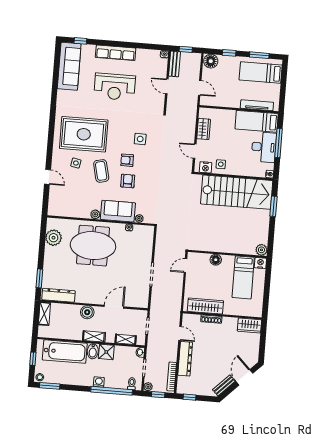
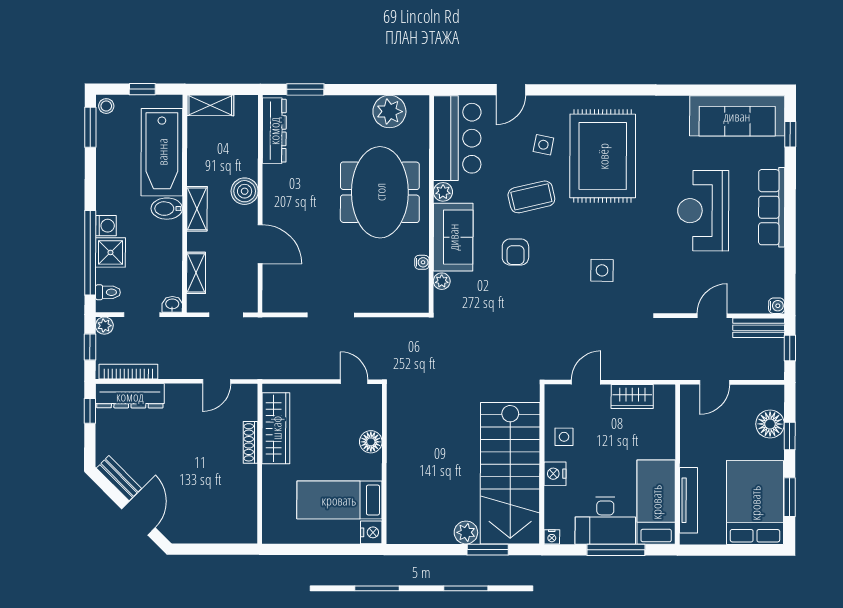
floor lamp: (211, 61) -> (770, 424), moved
bed: (261, 72) -> (755, 503), width x1.50
armchair: (127, 160) -> (557, 248), removed
nightstand: (206, 167) -> (555, 474), moved
armchair: (128, 181) -> (515, 252), turned 90
bar counter: (69, 205) -> (457, 138), added
plant: (261, 250) -> (466, 532), moved
shelving: (44, 314) -> (210, 105), moved
wardrobe: (249, 325) -> (244, 520), removed
shower: (106, 352) -> (110, 252), moved
dresser: (185, 359) -> (130, 396), moved
door: (244, 377) -> (138, 518), hinge flipped

